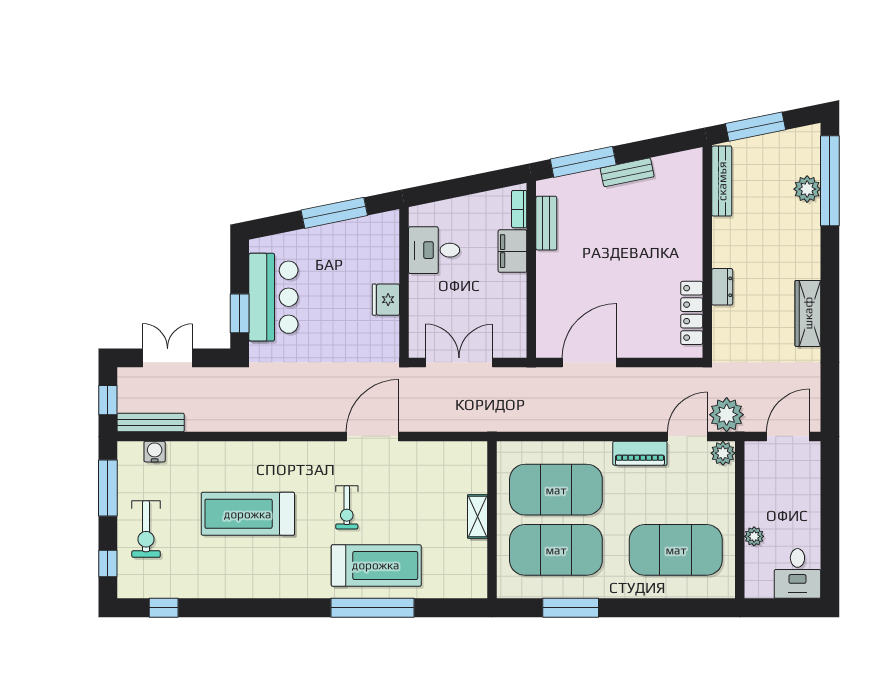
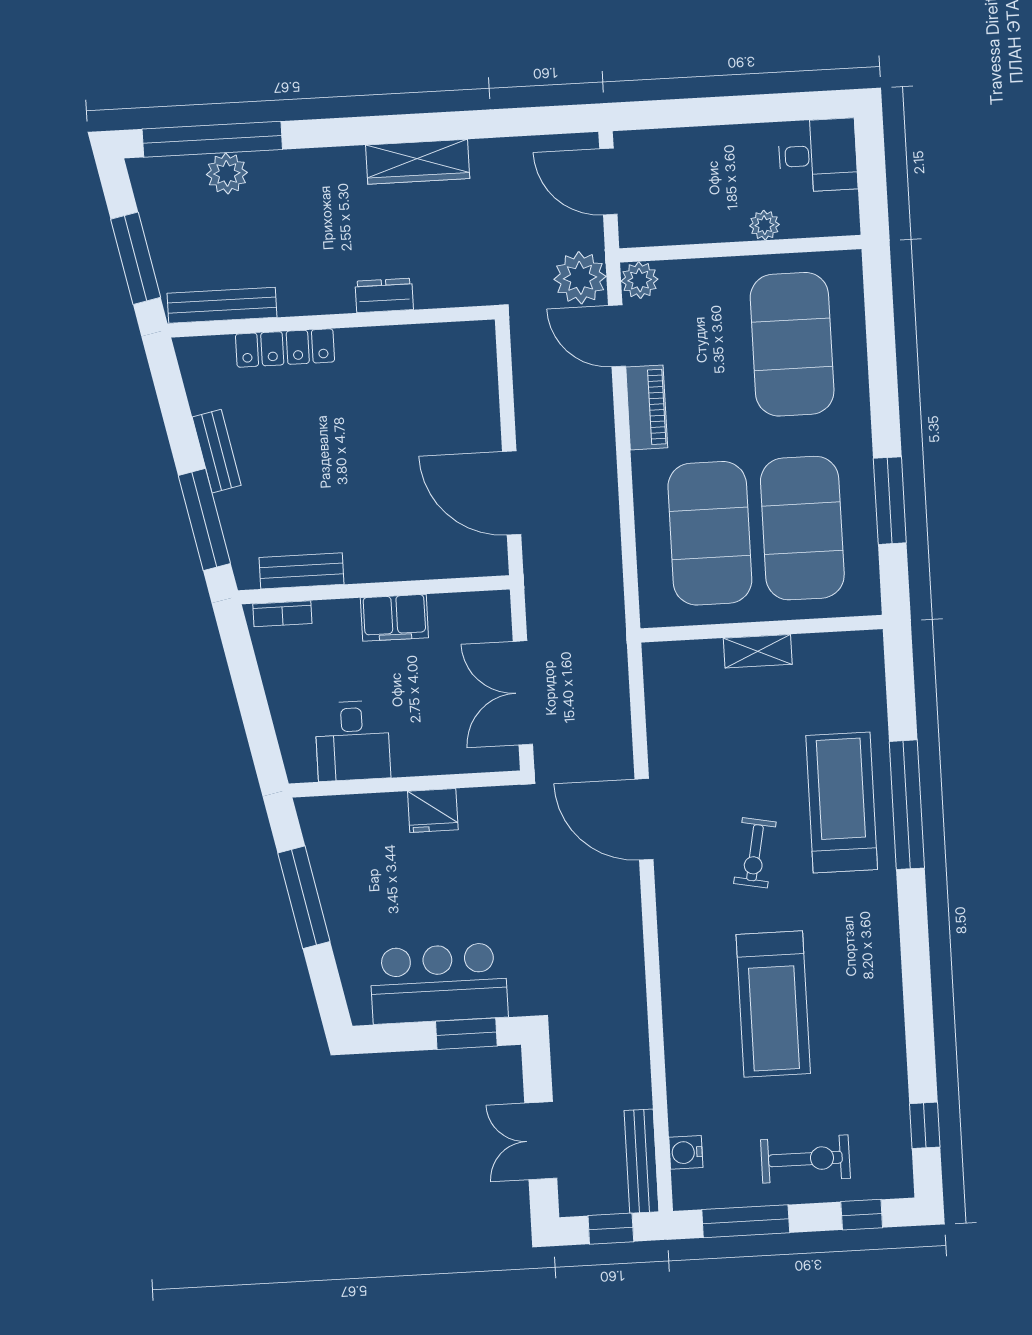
filing cabinet: (512, 251) -> (394, 618), moved
locker: (692, 313) -> (285, 348), moved
exercise bike: (347, 507) -> (755, 853), turned 101

